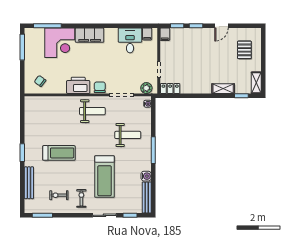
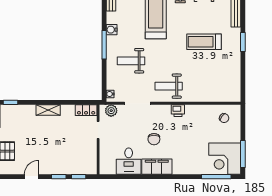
filing cabinet: (147, 34) -> (111, 168), removed
filing cabinet: (165, 34) -> (92, 168), removed
filing cabinet: (90, 35) -> (157, 167), moved
corner desk: (60, 43) -> (225, 159), moved, turned -90
printer: (78, 85) -> (178, 111), width x0.53, depth x0.68
chair: (100, 87) -> (154, 139), moved
shelving: (223, 89) -> (48, 110), moved
water cooler: (146, 176) -> (112, 30), moved

